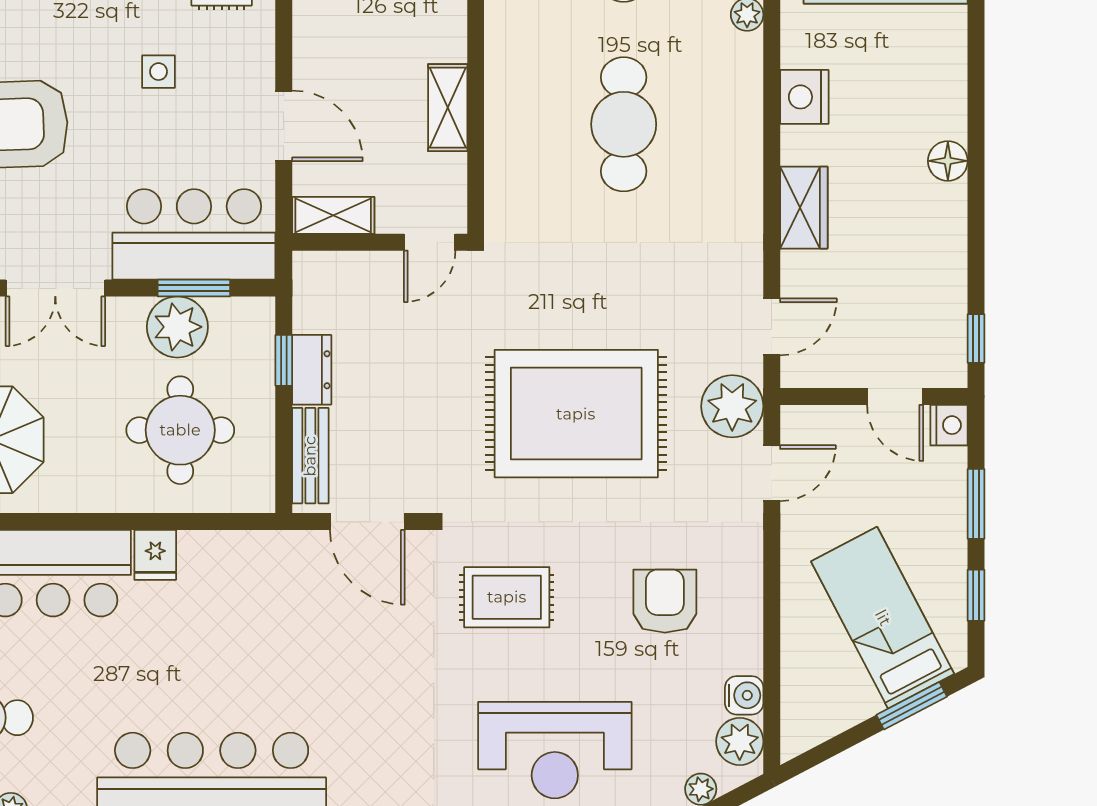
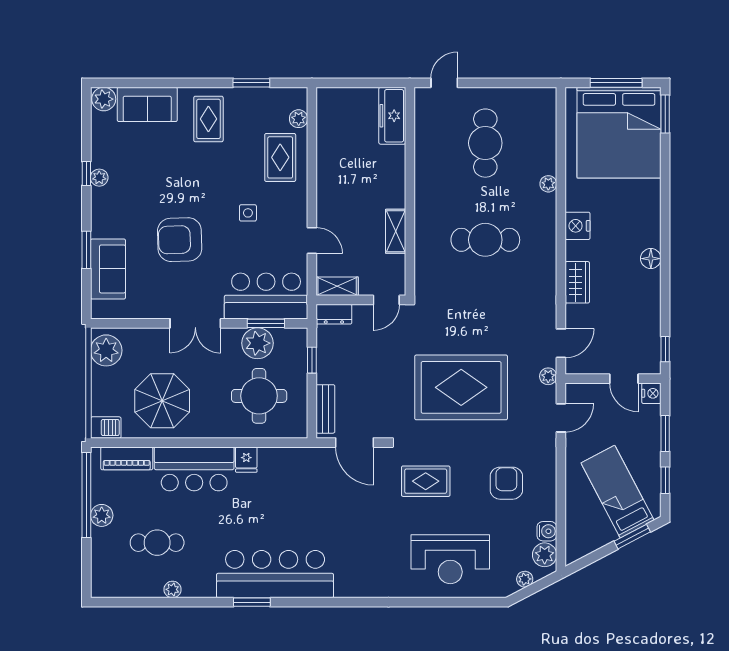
cafe table: (624, 124) -> (485, 240), turned 90
door: (284, 126) -> (312, 241), width x0.73
dresser: (312, 370) -> (334, 314), moved, turned 90
plant: (732, 406) -> (548, 376), width x0.53, depth x0.53

